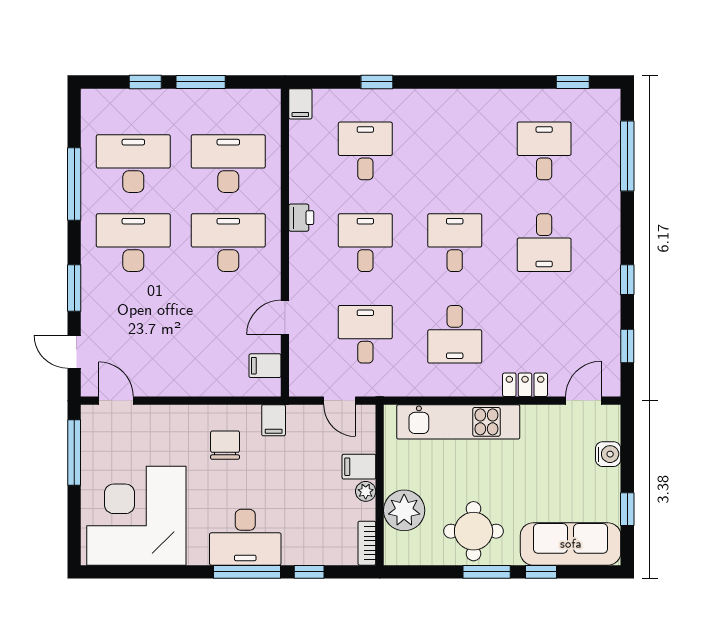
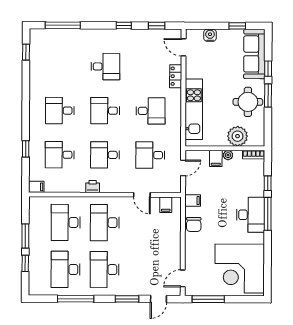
desk: (544, 151) -> (60, 111), moved
chair: (225, 445) -> (194, 224), moved, turned -90

